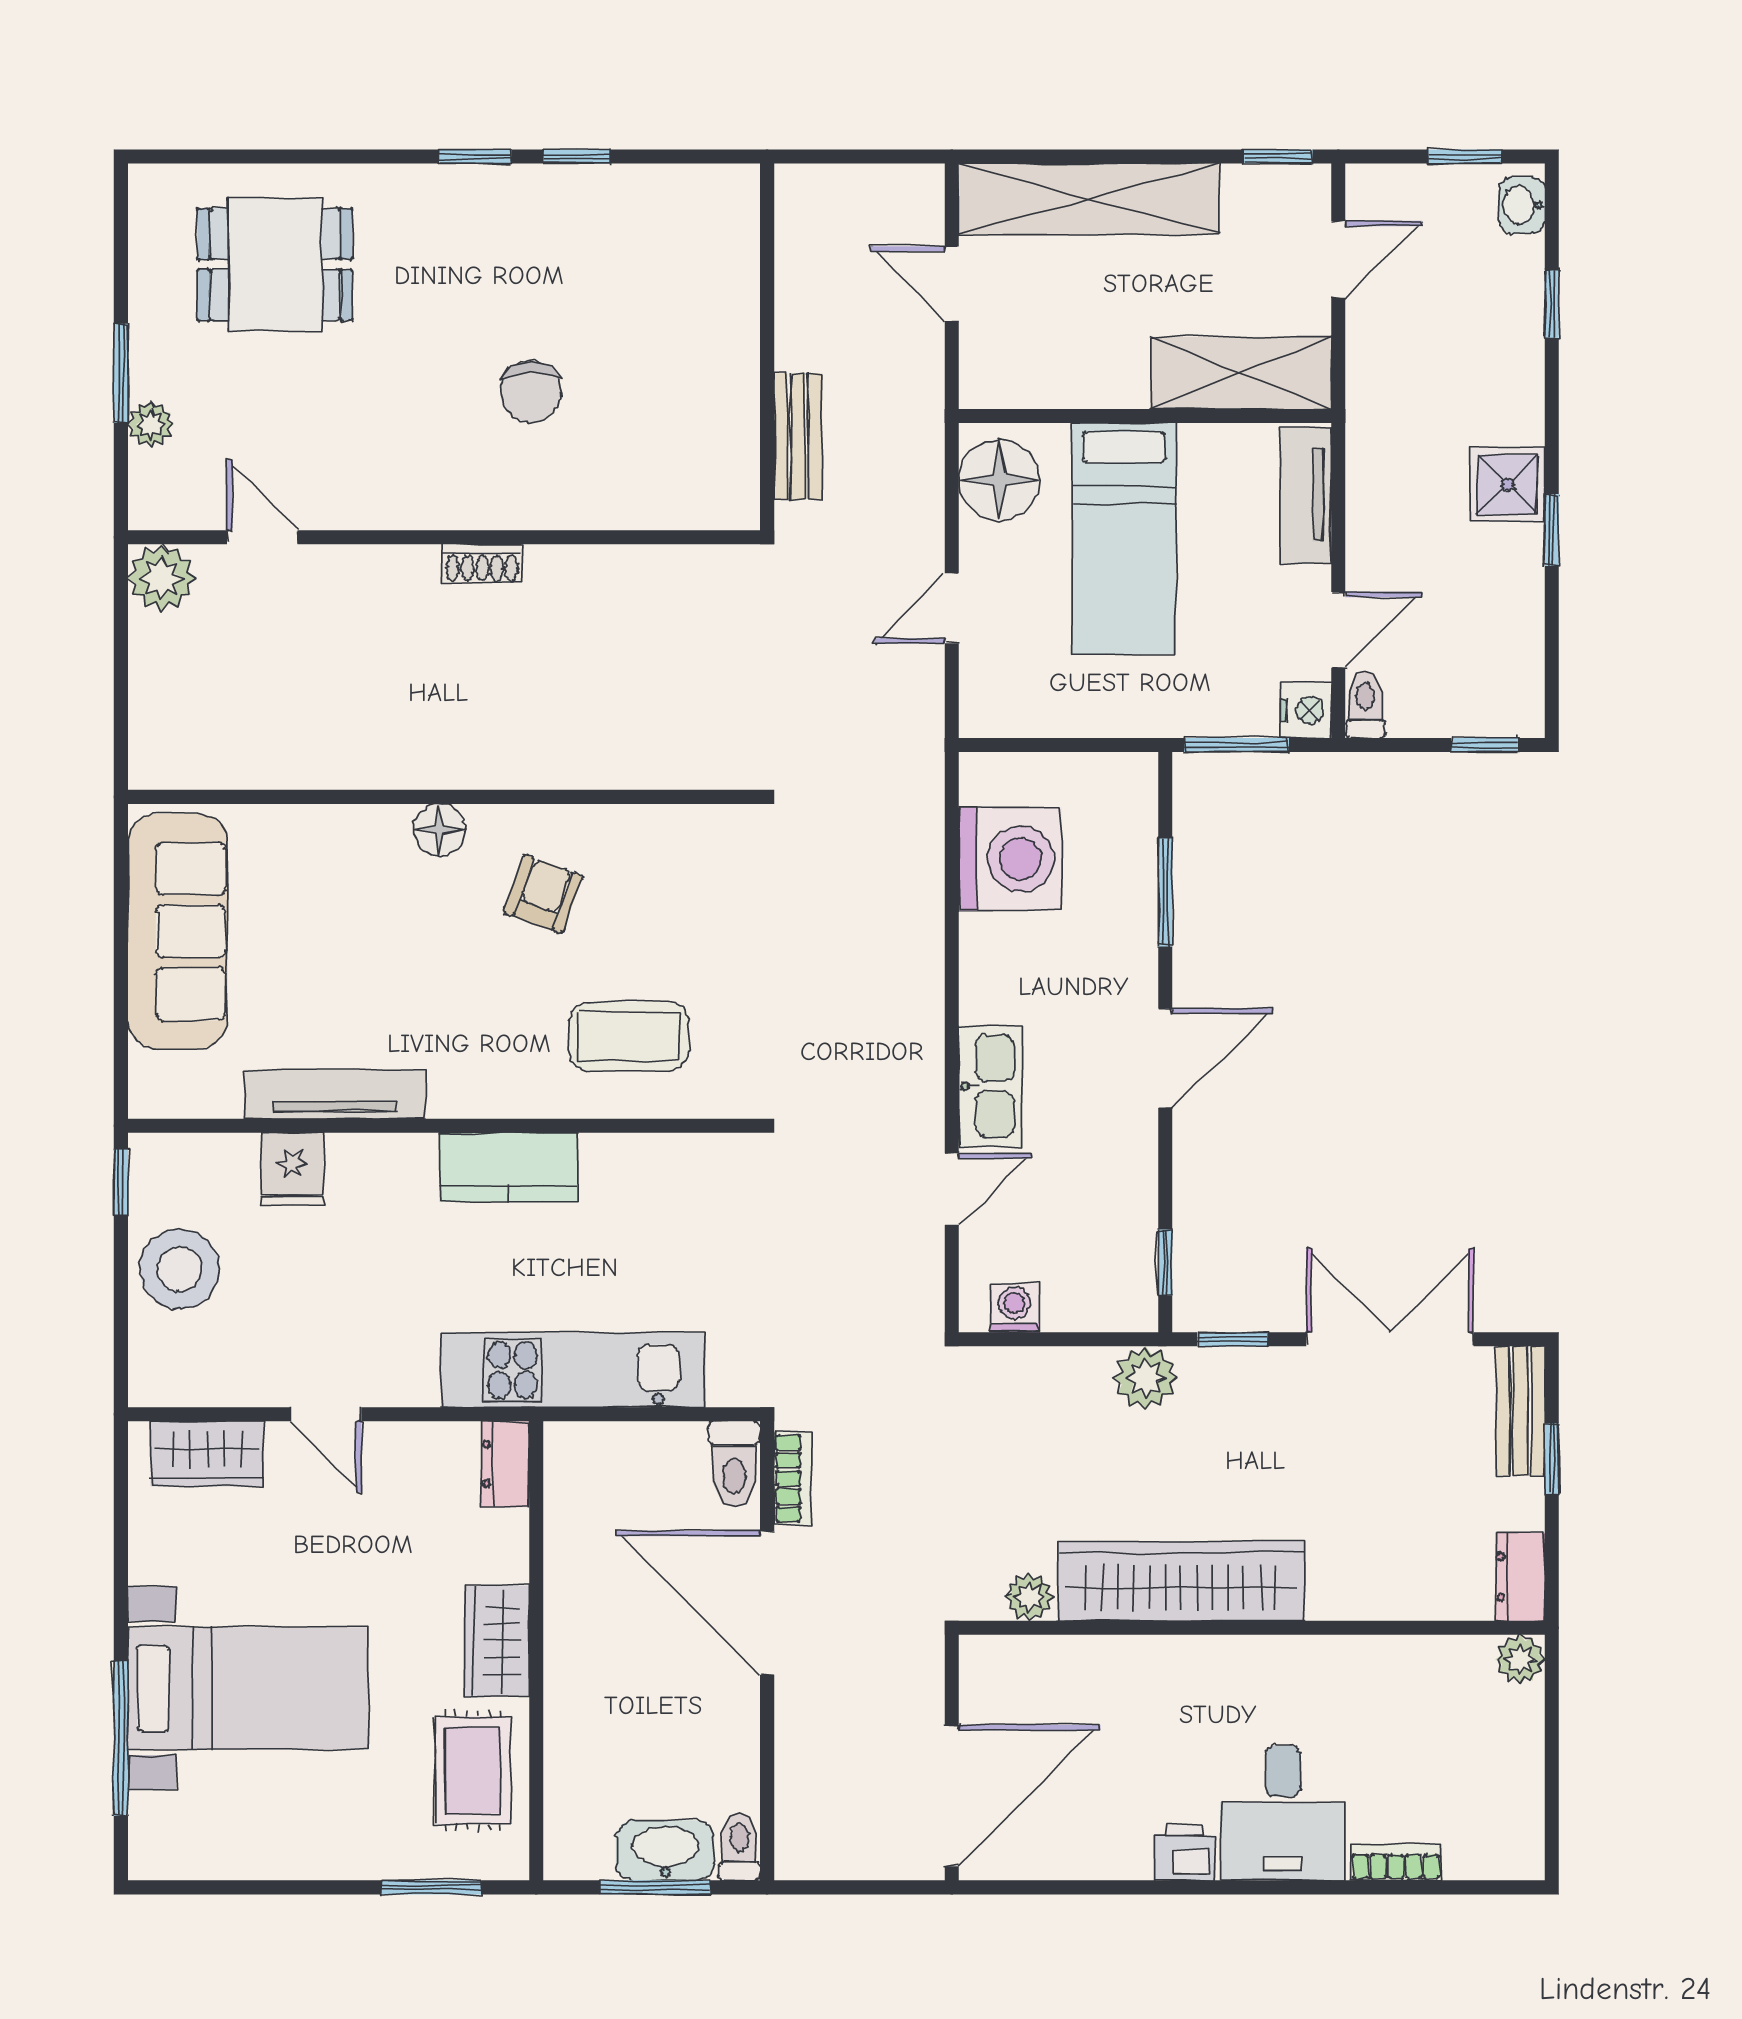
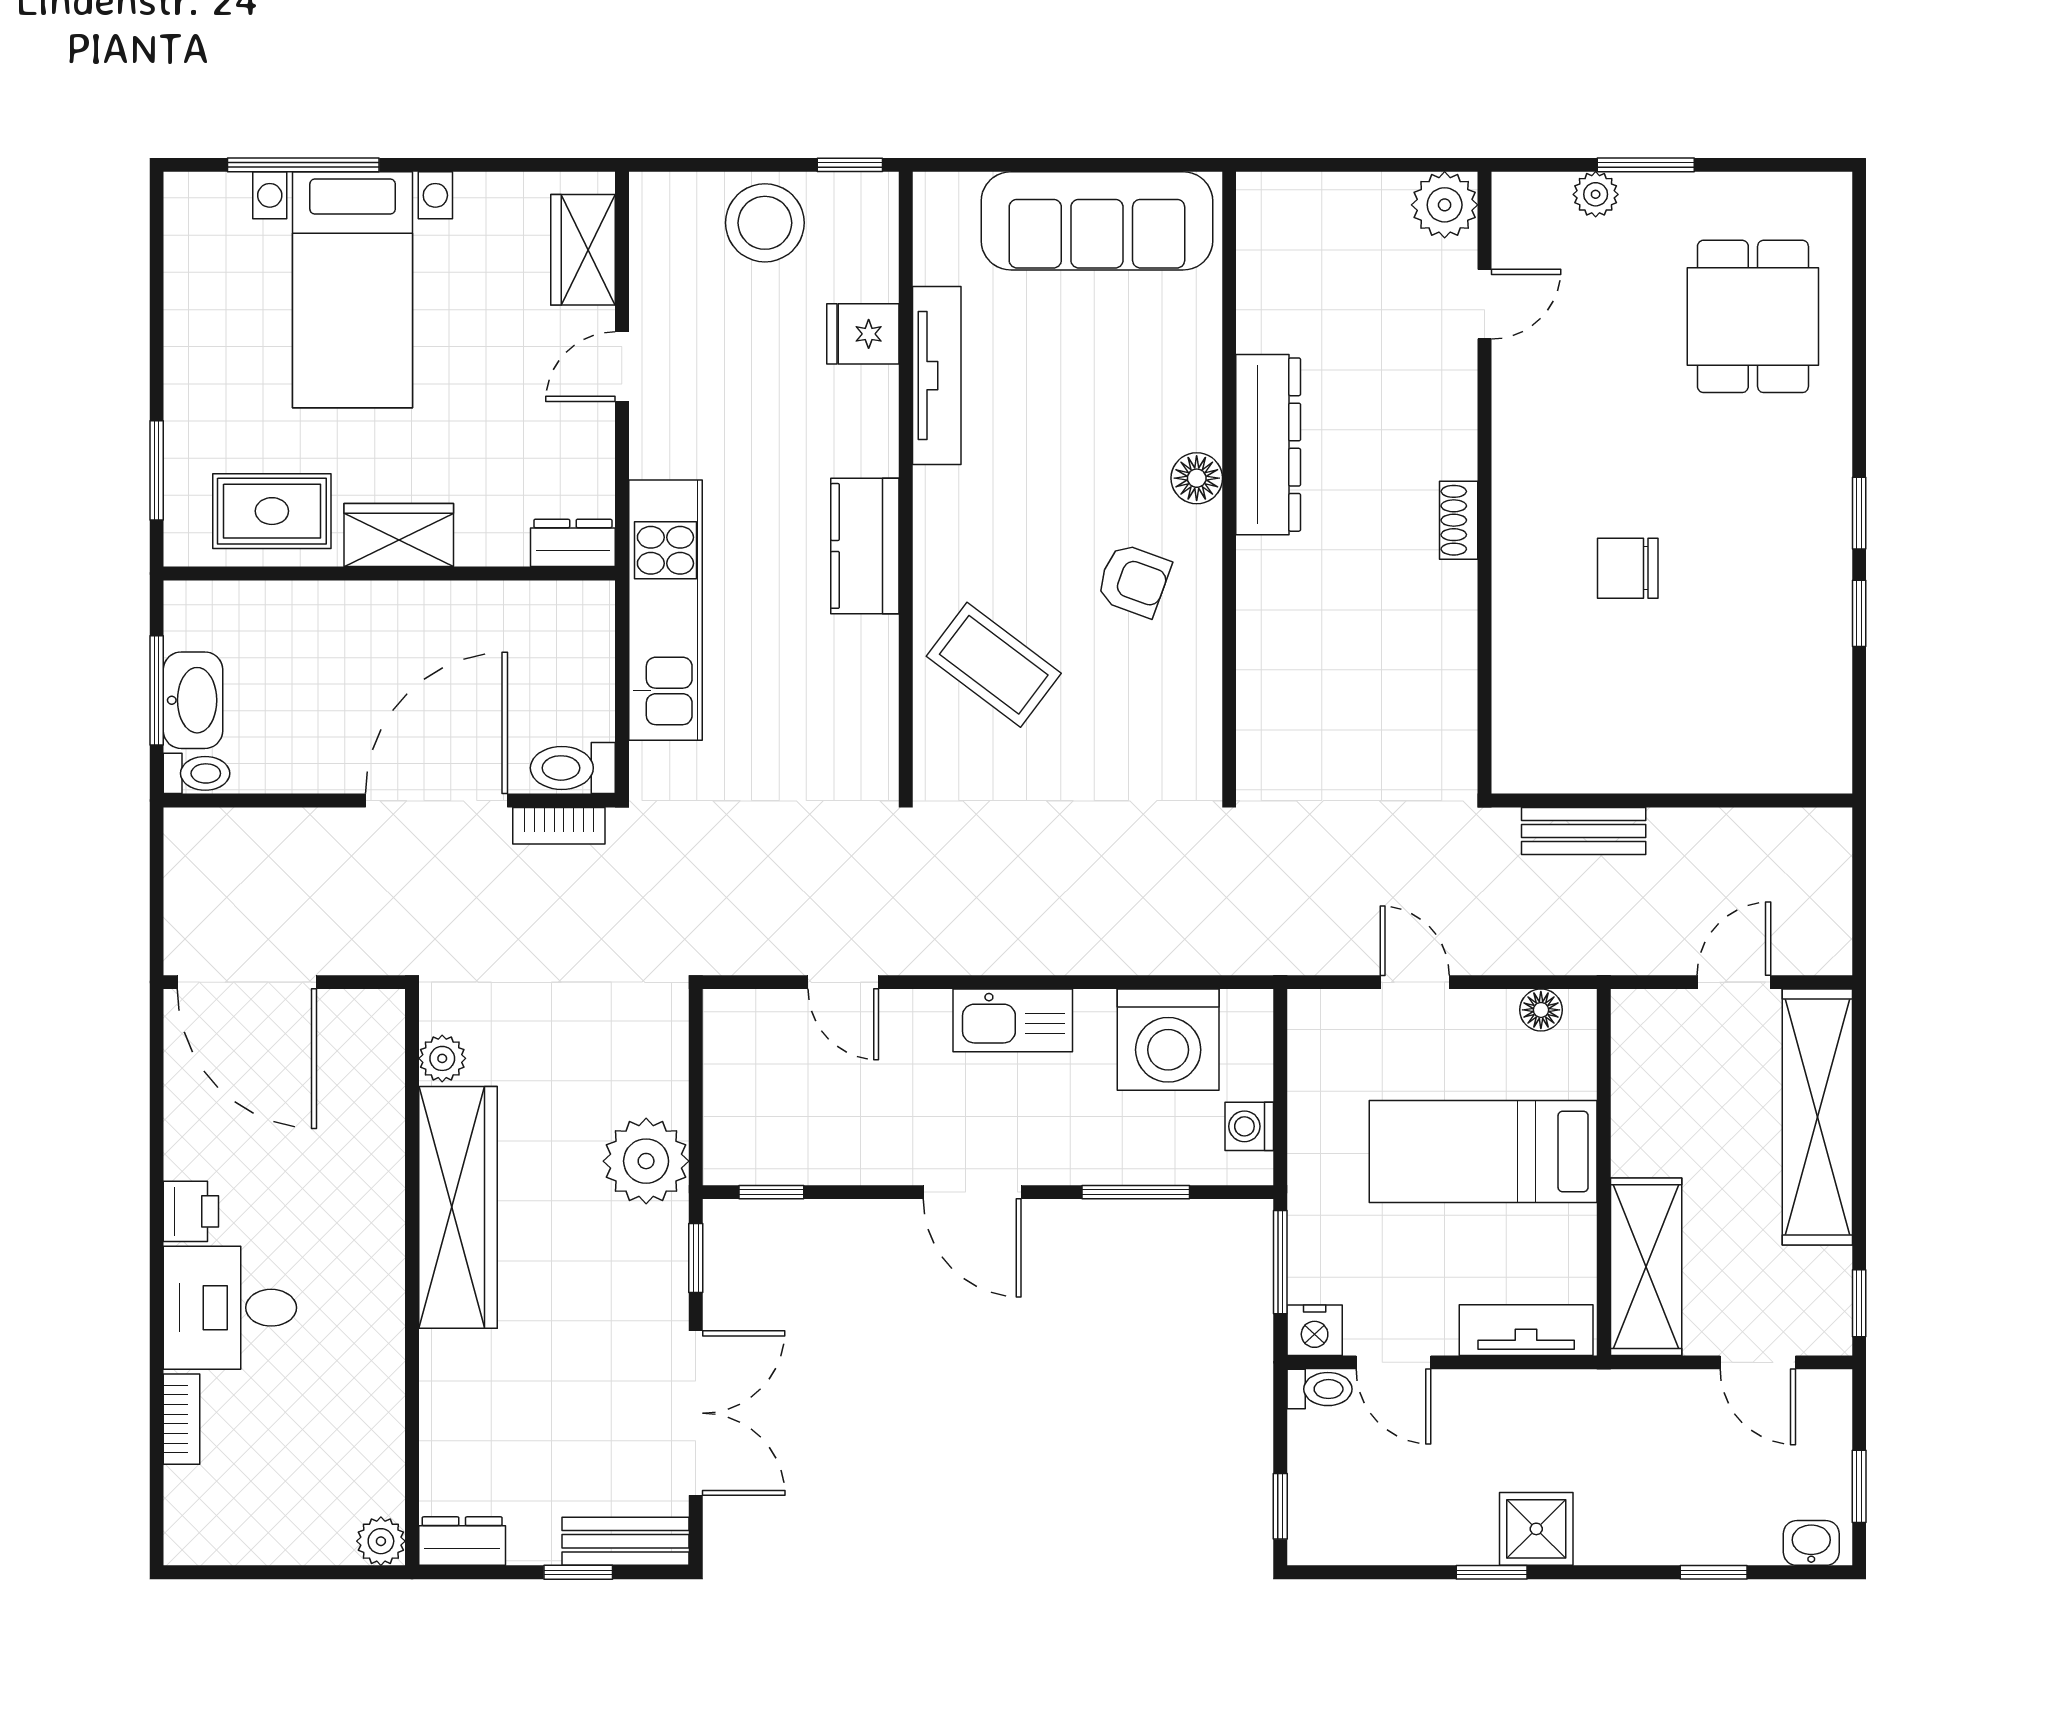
floor lamp: (999, 480) -> (1541, 1010), width x0.53, depth x0.53
dresser: (405, 757) -> (1268, 445), added
coffee table: (629, 1036) -> (994, 665), turned -53
kitchen sink: (991, 1086) -> (1013, 1020), moved
washing machine: (1014, 1308) -> (1249, 1126), moved, turned 180
plant: (1145, 1378) -> (646, 1161), width x1.36, depth x1.36

